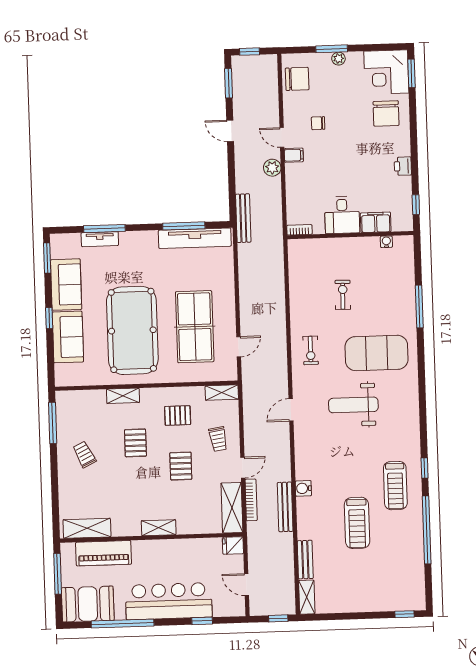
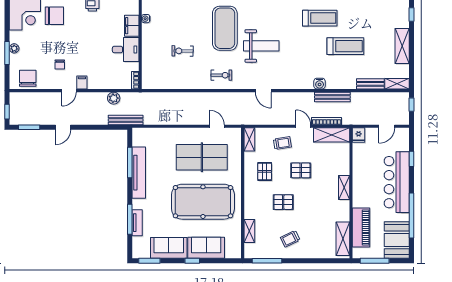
plant: (272, 168) -> (114, 98), moved
tv unit: (195, 238) -> (139, 173), moved
shelving: (123, 396) -> (249, 231), moved
weight bench: (353, 405) -> (261, 46), turned -90
shelving: (360, 602) -> (402, 46), added

